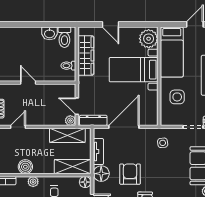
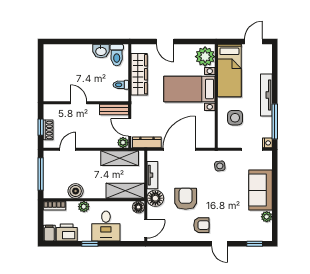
bench: (62, 89) -> (114, 110), added

